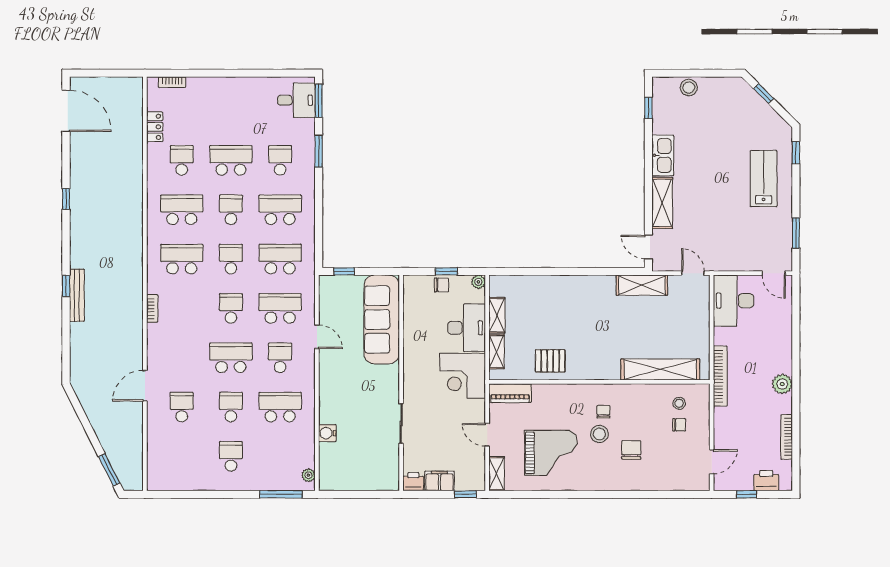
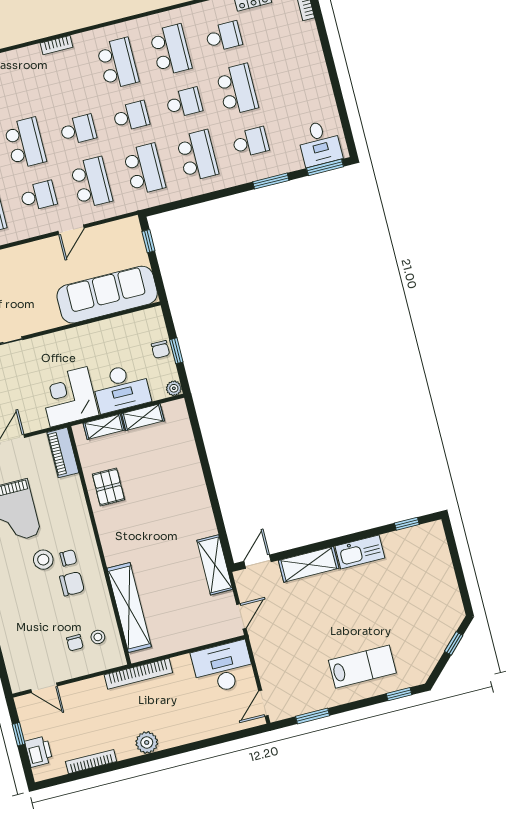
stool: (689, 88) -> (440, 561), removed
chair: (631, 450) -> (72, 584), moved

